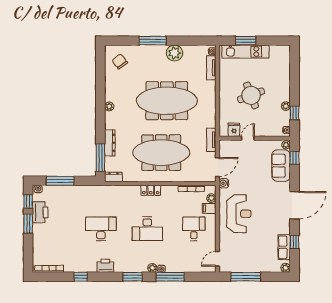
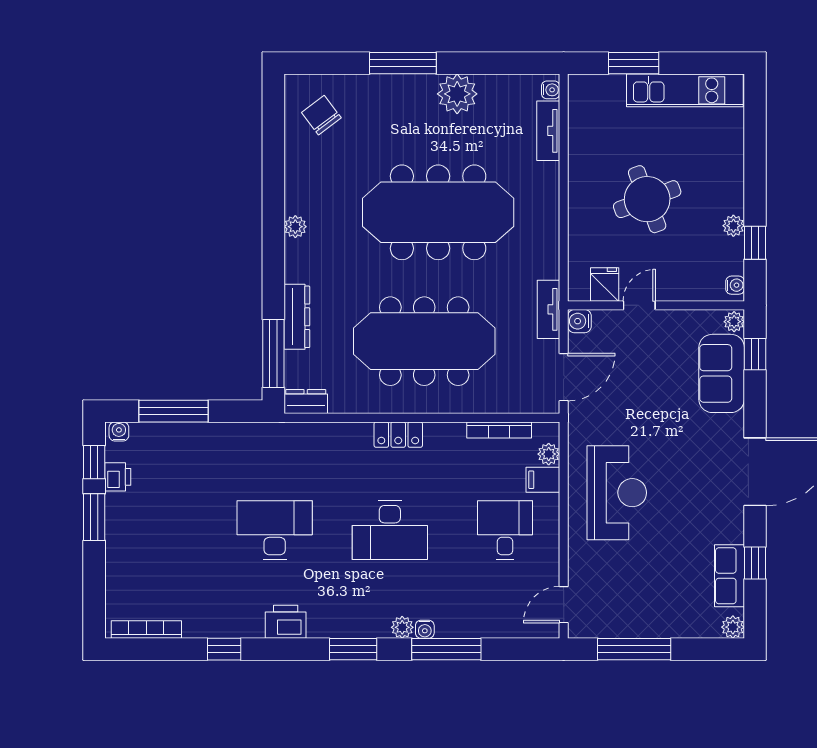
kitchen unit: (245, 52) -> (685, 90), moved
water cooler: (224, 183) -> (579, 321), moved
printer: (40, 212) -> (118, 477), width x0.53, depth x0.68

